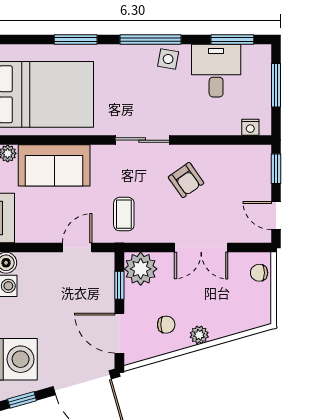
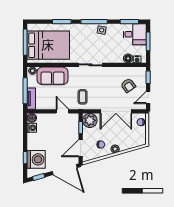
desk: (216, 71) -> (135, 34), moved, turned 90
floor lamp: (229, 125) -> (128, 58), added
armchair: (186, 180) -> (128, 85), moved
door: (276, 216) -> (148, 97), hinge flipped
door: (77, 248) -> (62, 111), hinge flipped
double door: (201, 248) -> (116, 111), width x1.37
door: (119, 333) -> (81, 148), hinge flipped

